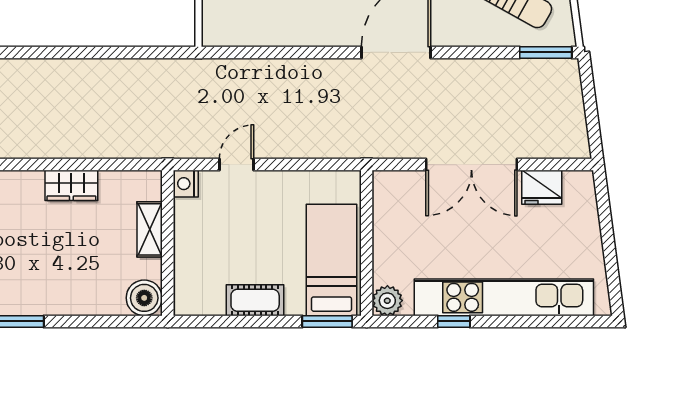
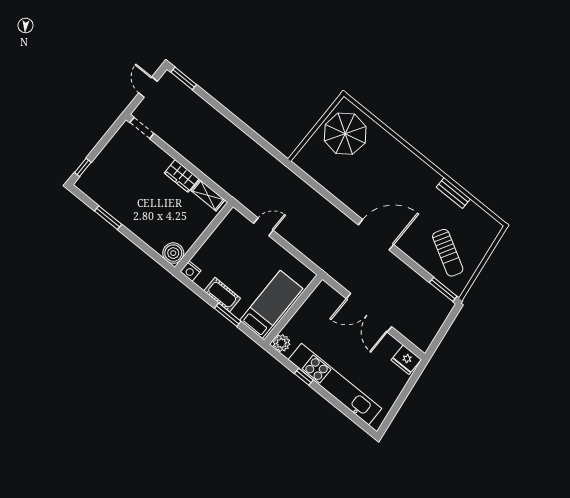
nightstand: (186, 184) -> (190, 271), moved, turned -90
fridge: (542, 187) -> (406, 360), moved
shelving: (150, 229) -> (208, 195), moved, turned 90
window: (327, 321) -> (228, 315), moved

